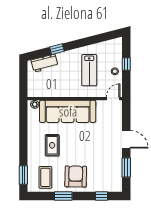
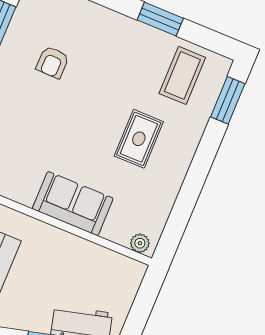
sofa: (68, 111) -> (73, 204), width x0.54, depth x0.79
armchair: (76, 176) -> (52, 62), moved, width x0.53, depth x0.53

